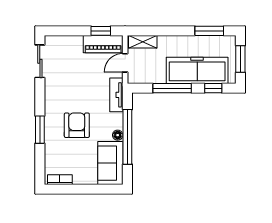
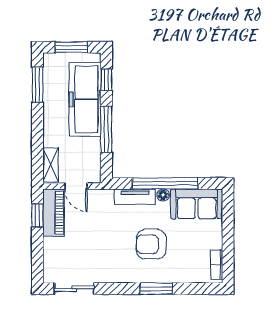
tv unit: (116, 95) -> (135, 197), moved

